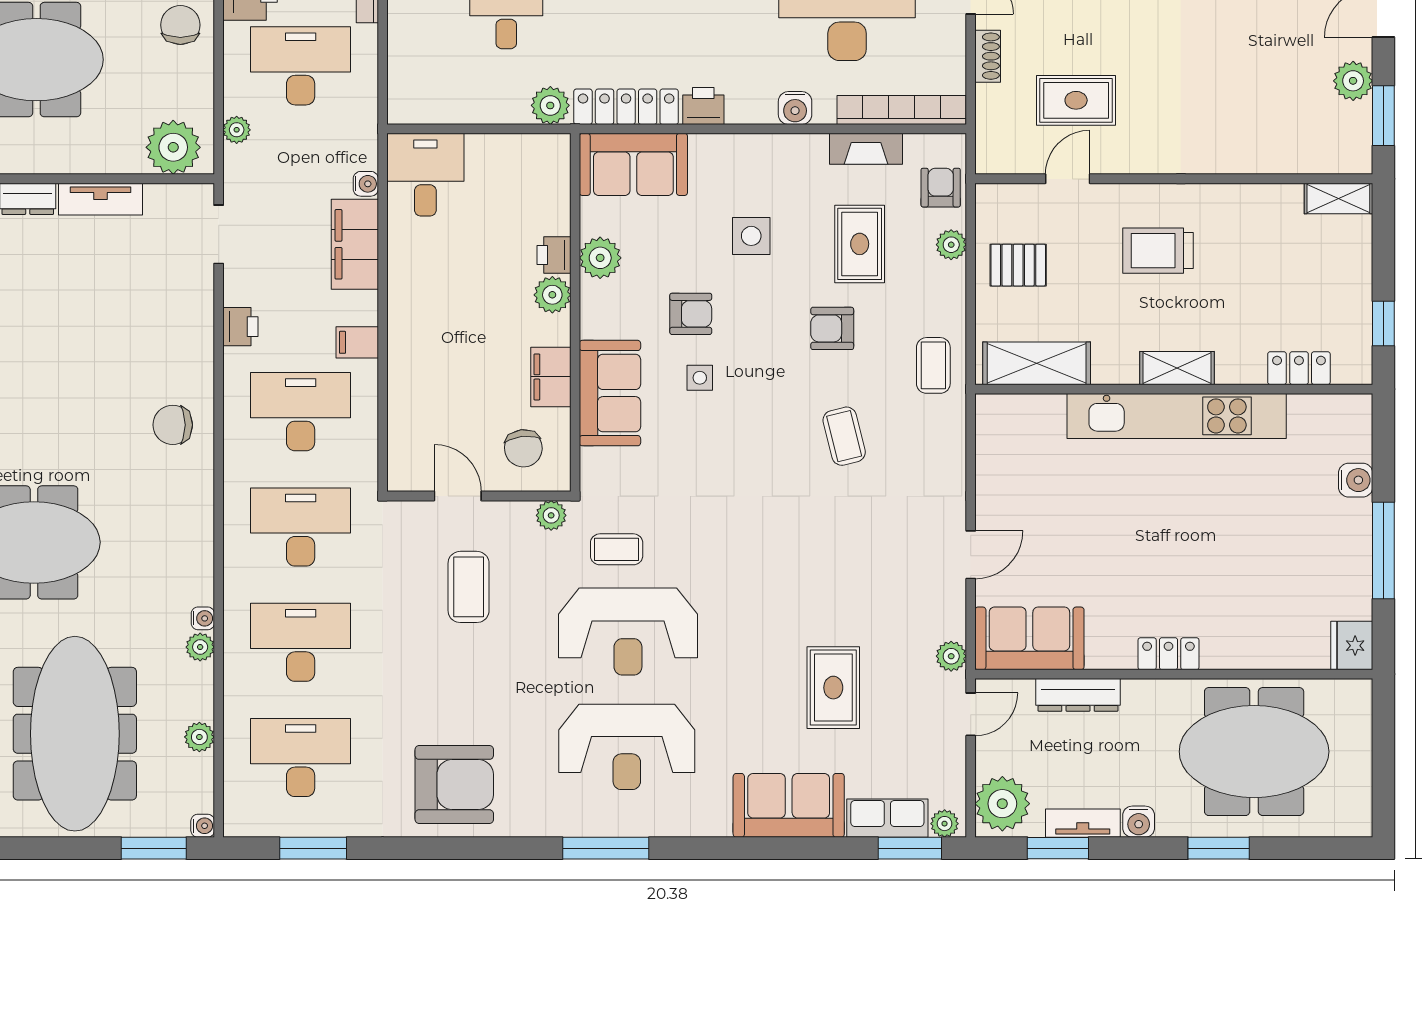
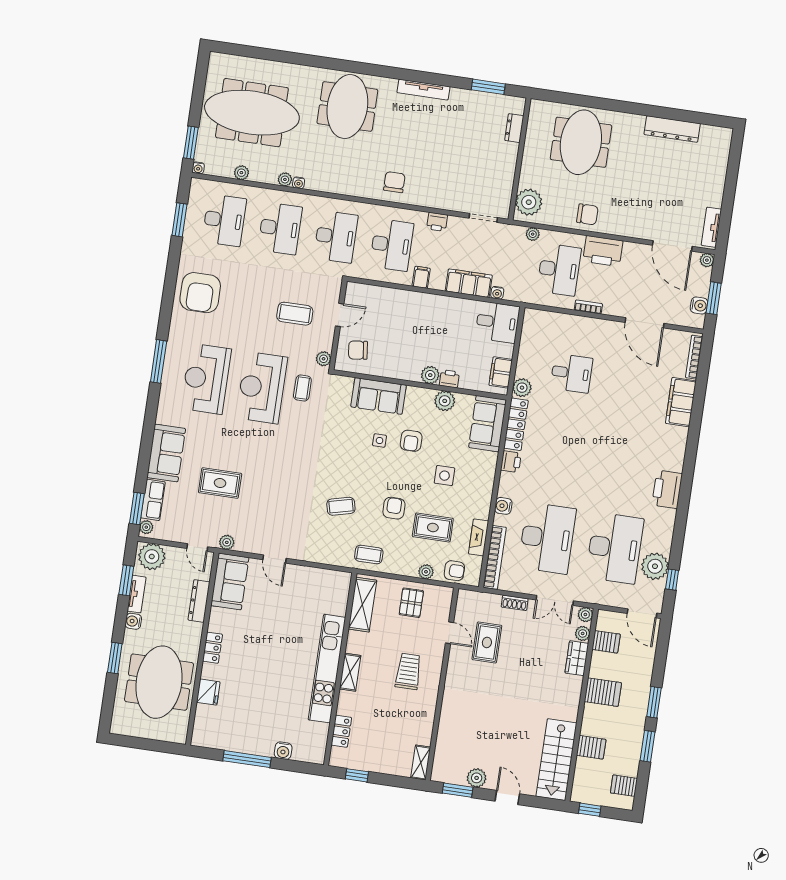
tv unit: (100, 199) -> (509, 163), removed
filing cabinet: (551, 377) -> (501, 372), moved, turned -90
fridge: (1352, 646) -> (208, 692), moved, turned 90

